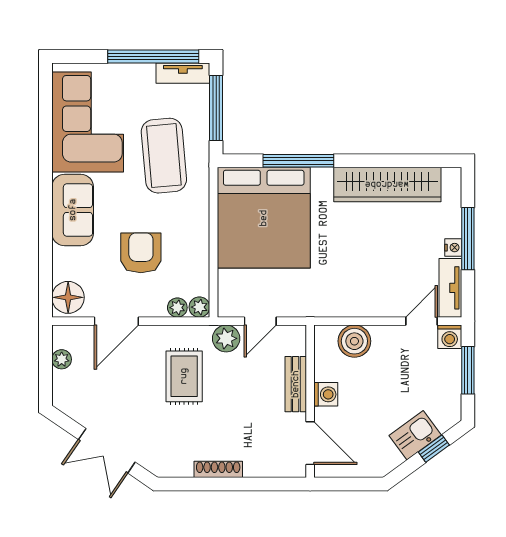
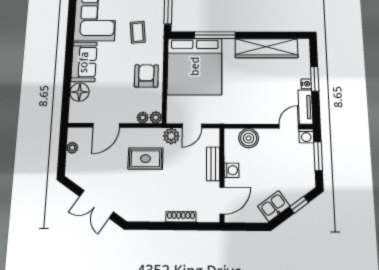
coffee table: (164, 156) -> (138, 32), width x0.54, depth x0.58
window: (468, 239) -> (315, 79), width x0.69
armchair: (141, 253) -> (146, 76), moved
floor lamp: (68, 297) -> (79, 92), moved
rug: (184, 376) -> (145, 159), turned 90
kitchen sink: (415, 435) -> (274, 206), moved
door: (310, 443) -> (222, 200), hinge flipped
shoe rack: (218, 469) -> (181, 217), moved

